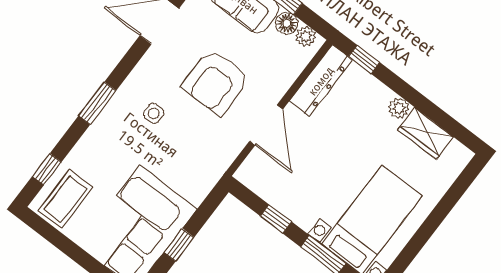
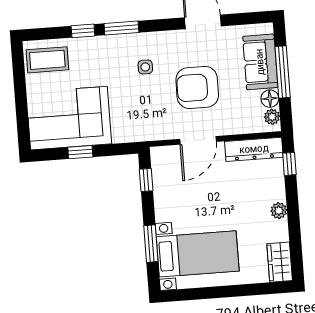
wardrobe: (426, 133) -> (280, 262), moved
window: (47, 169) -> (83, 31), moved
window: (276, 219) -> (146, 180), moved

